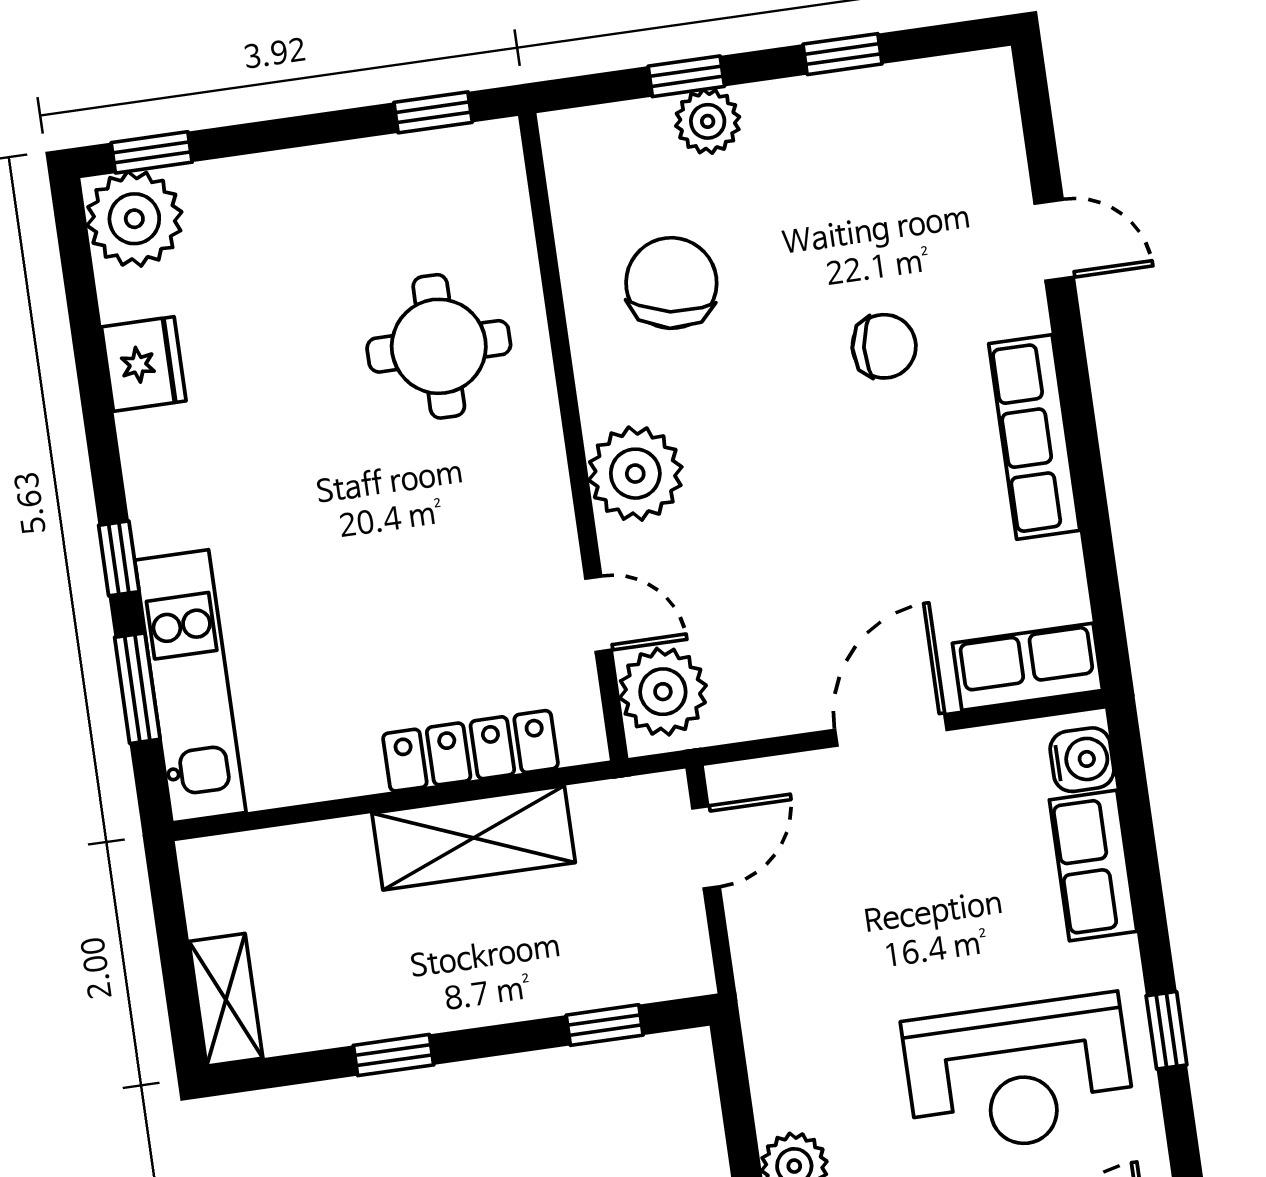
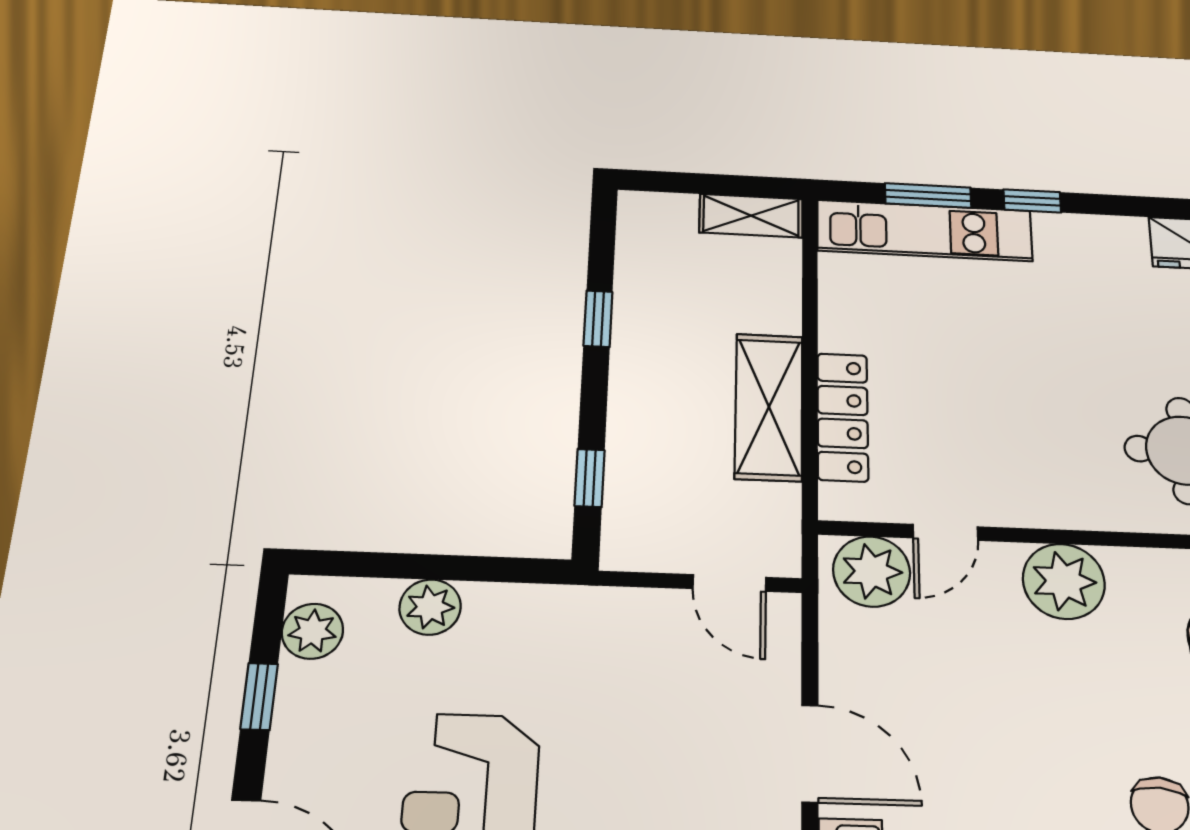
shelving: (226, 1000) -> (751, 216), moved

